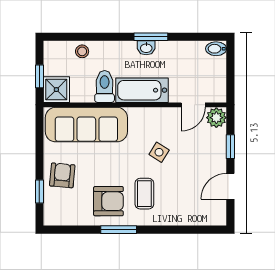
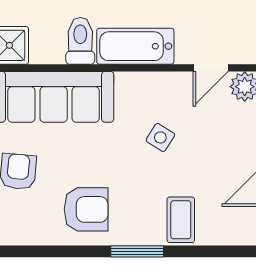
coffee table: (144, 194) -> (181, 220), moved
window: (119, 230) -> (137, 251), moved

